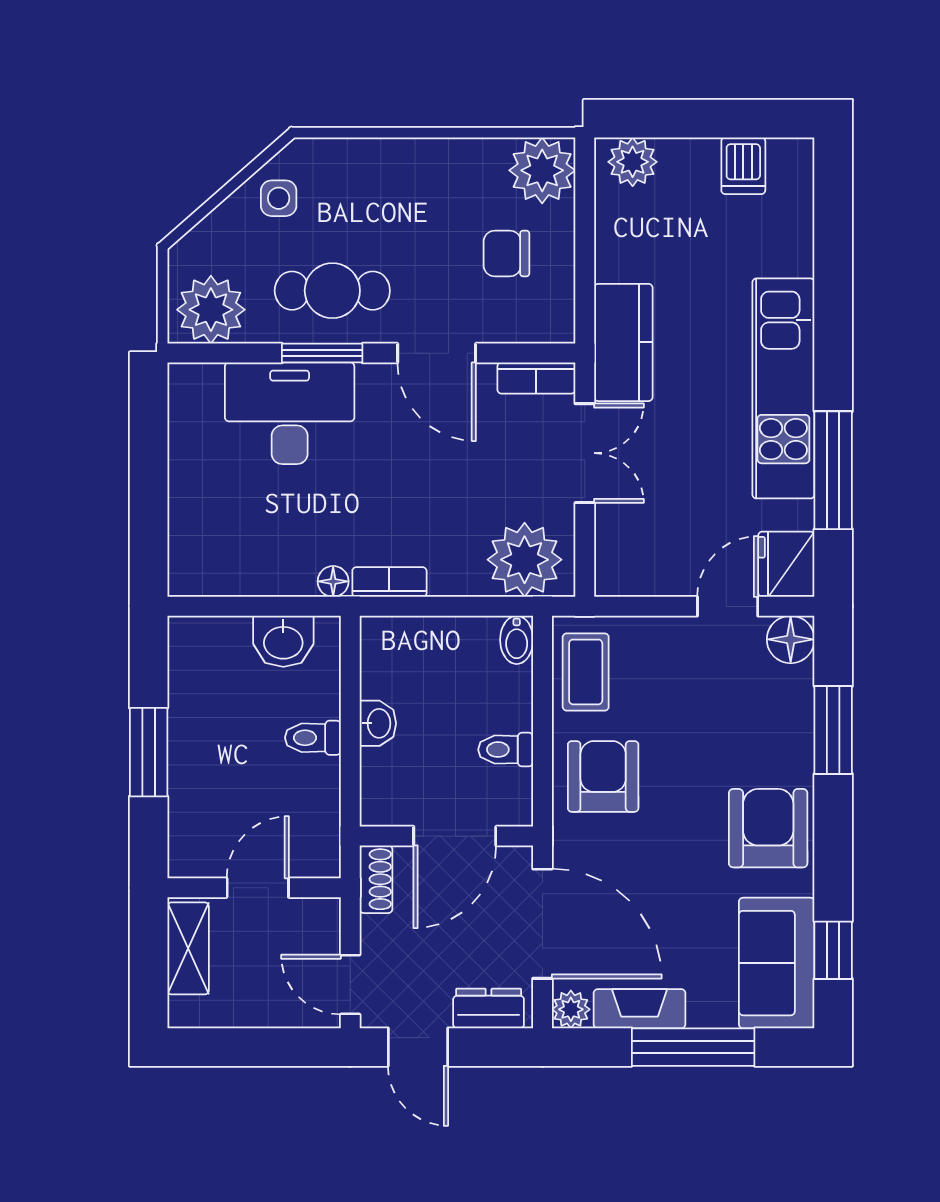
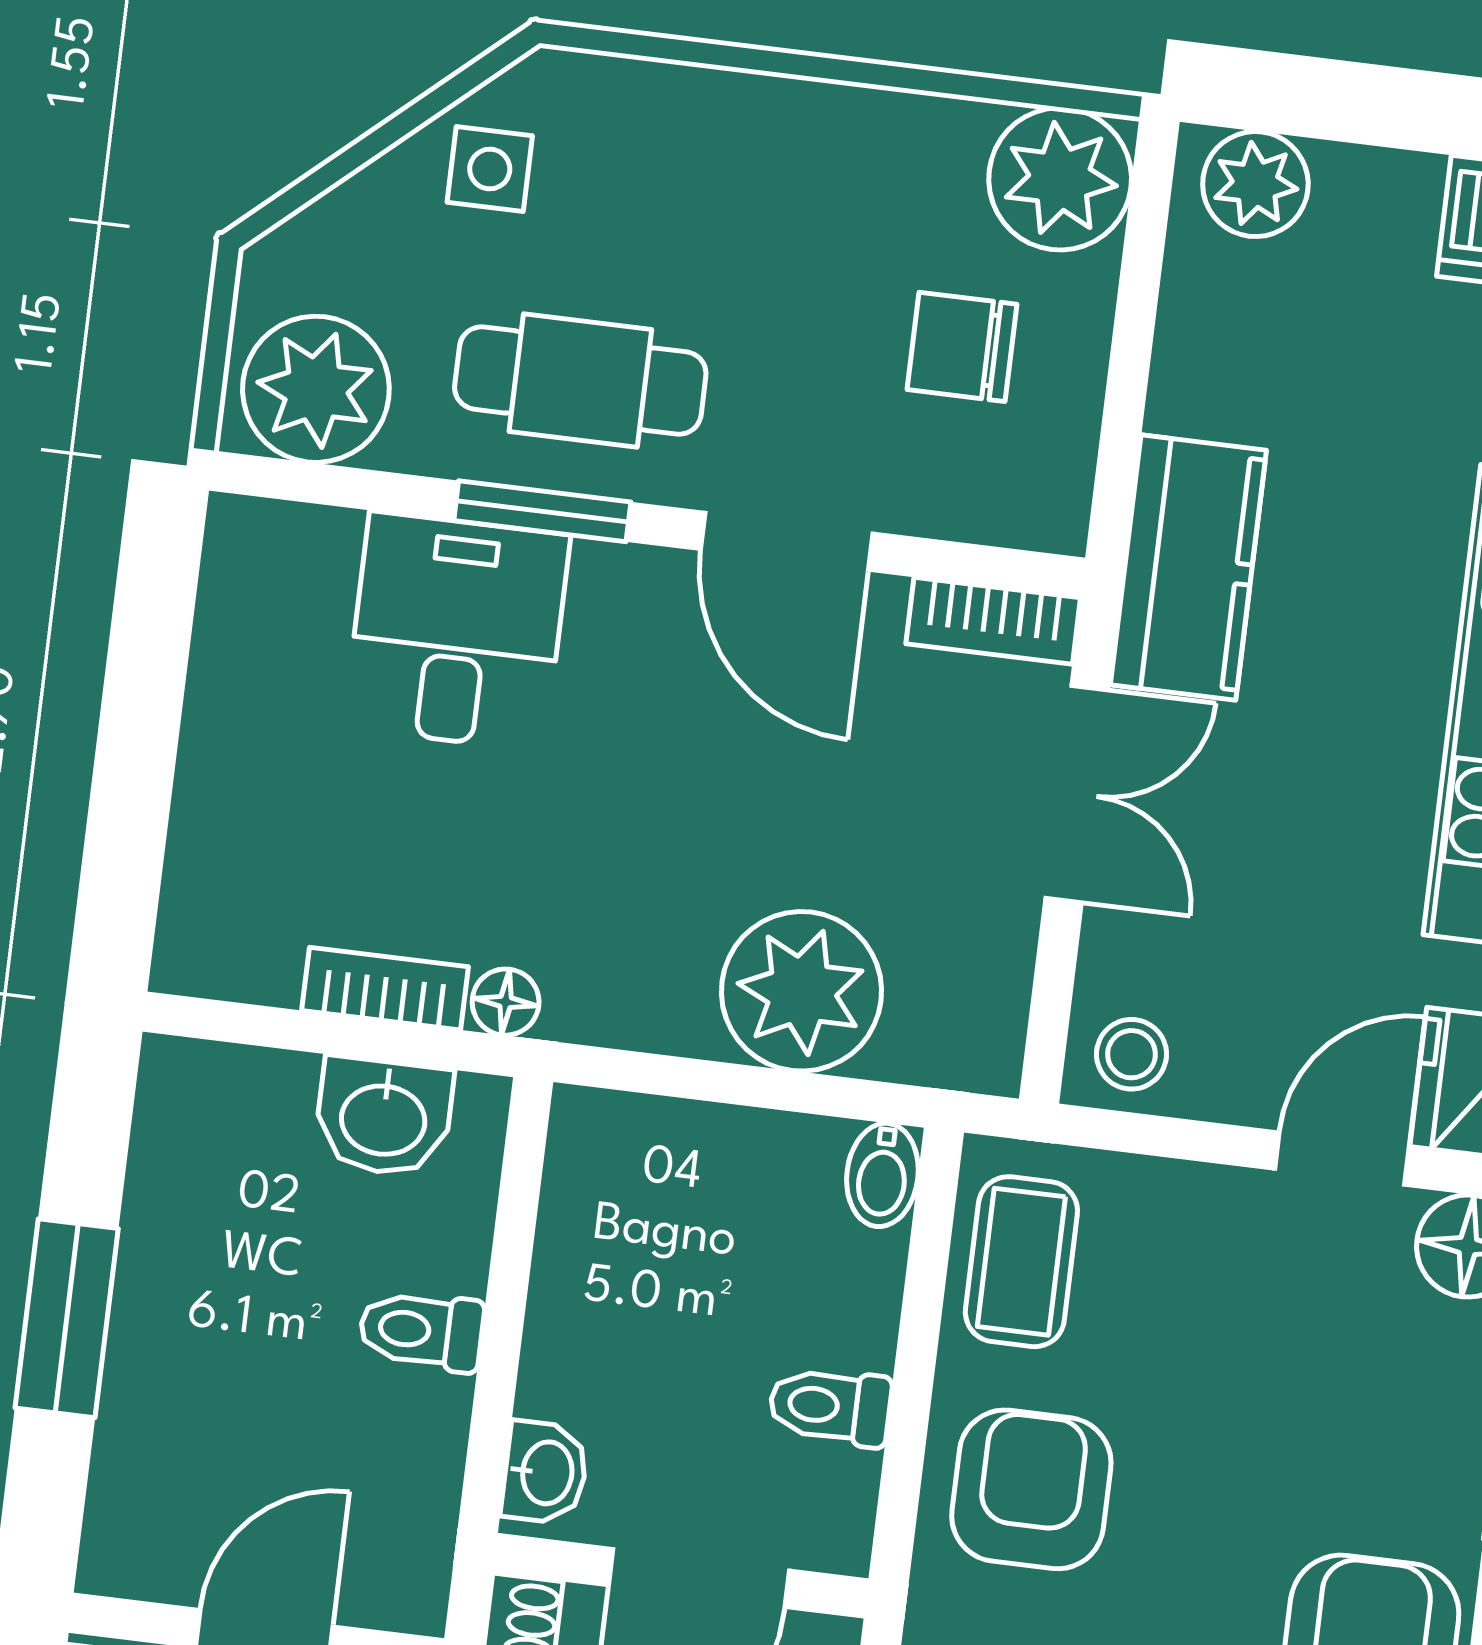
desk: (290, 413) -> (457, 631), width x0.73
plant: (525, 560) -> (802, 991), moved
stool: (625, 570) -> (1131, 1054), added
bookcase: (389, 582) -> (385, 989), moved
washbasin: (378, 723) -> (545, 1473), moved

